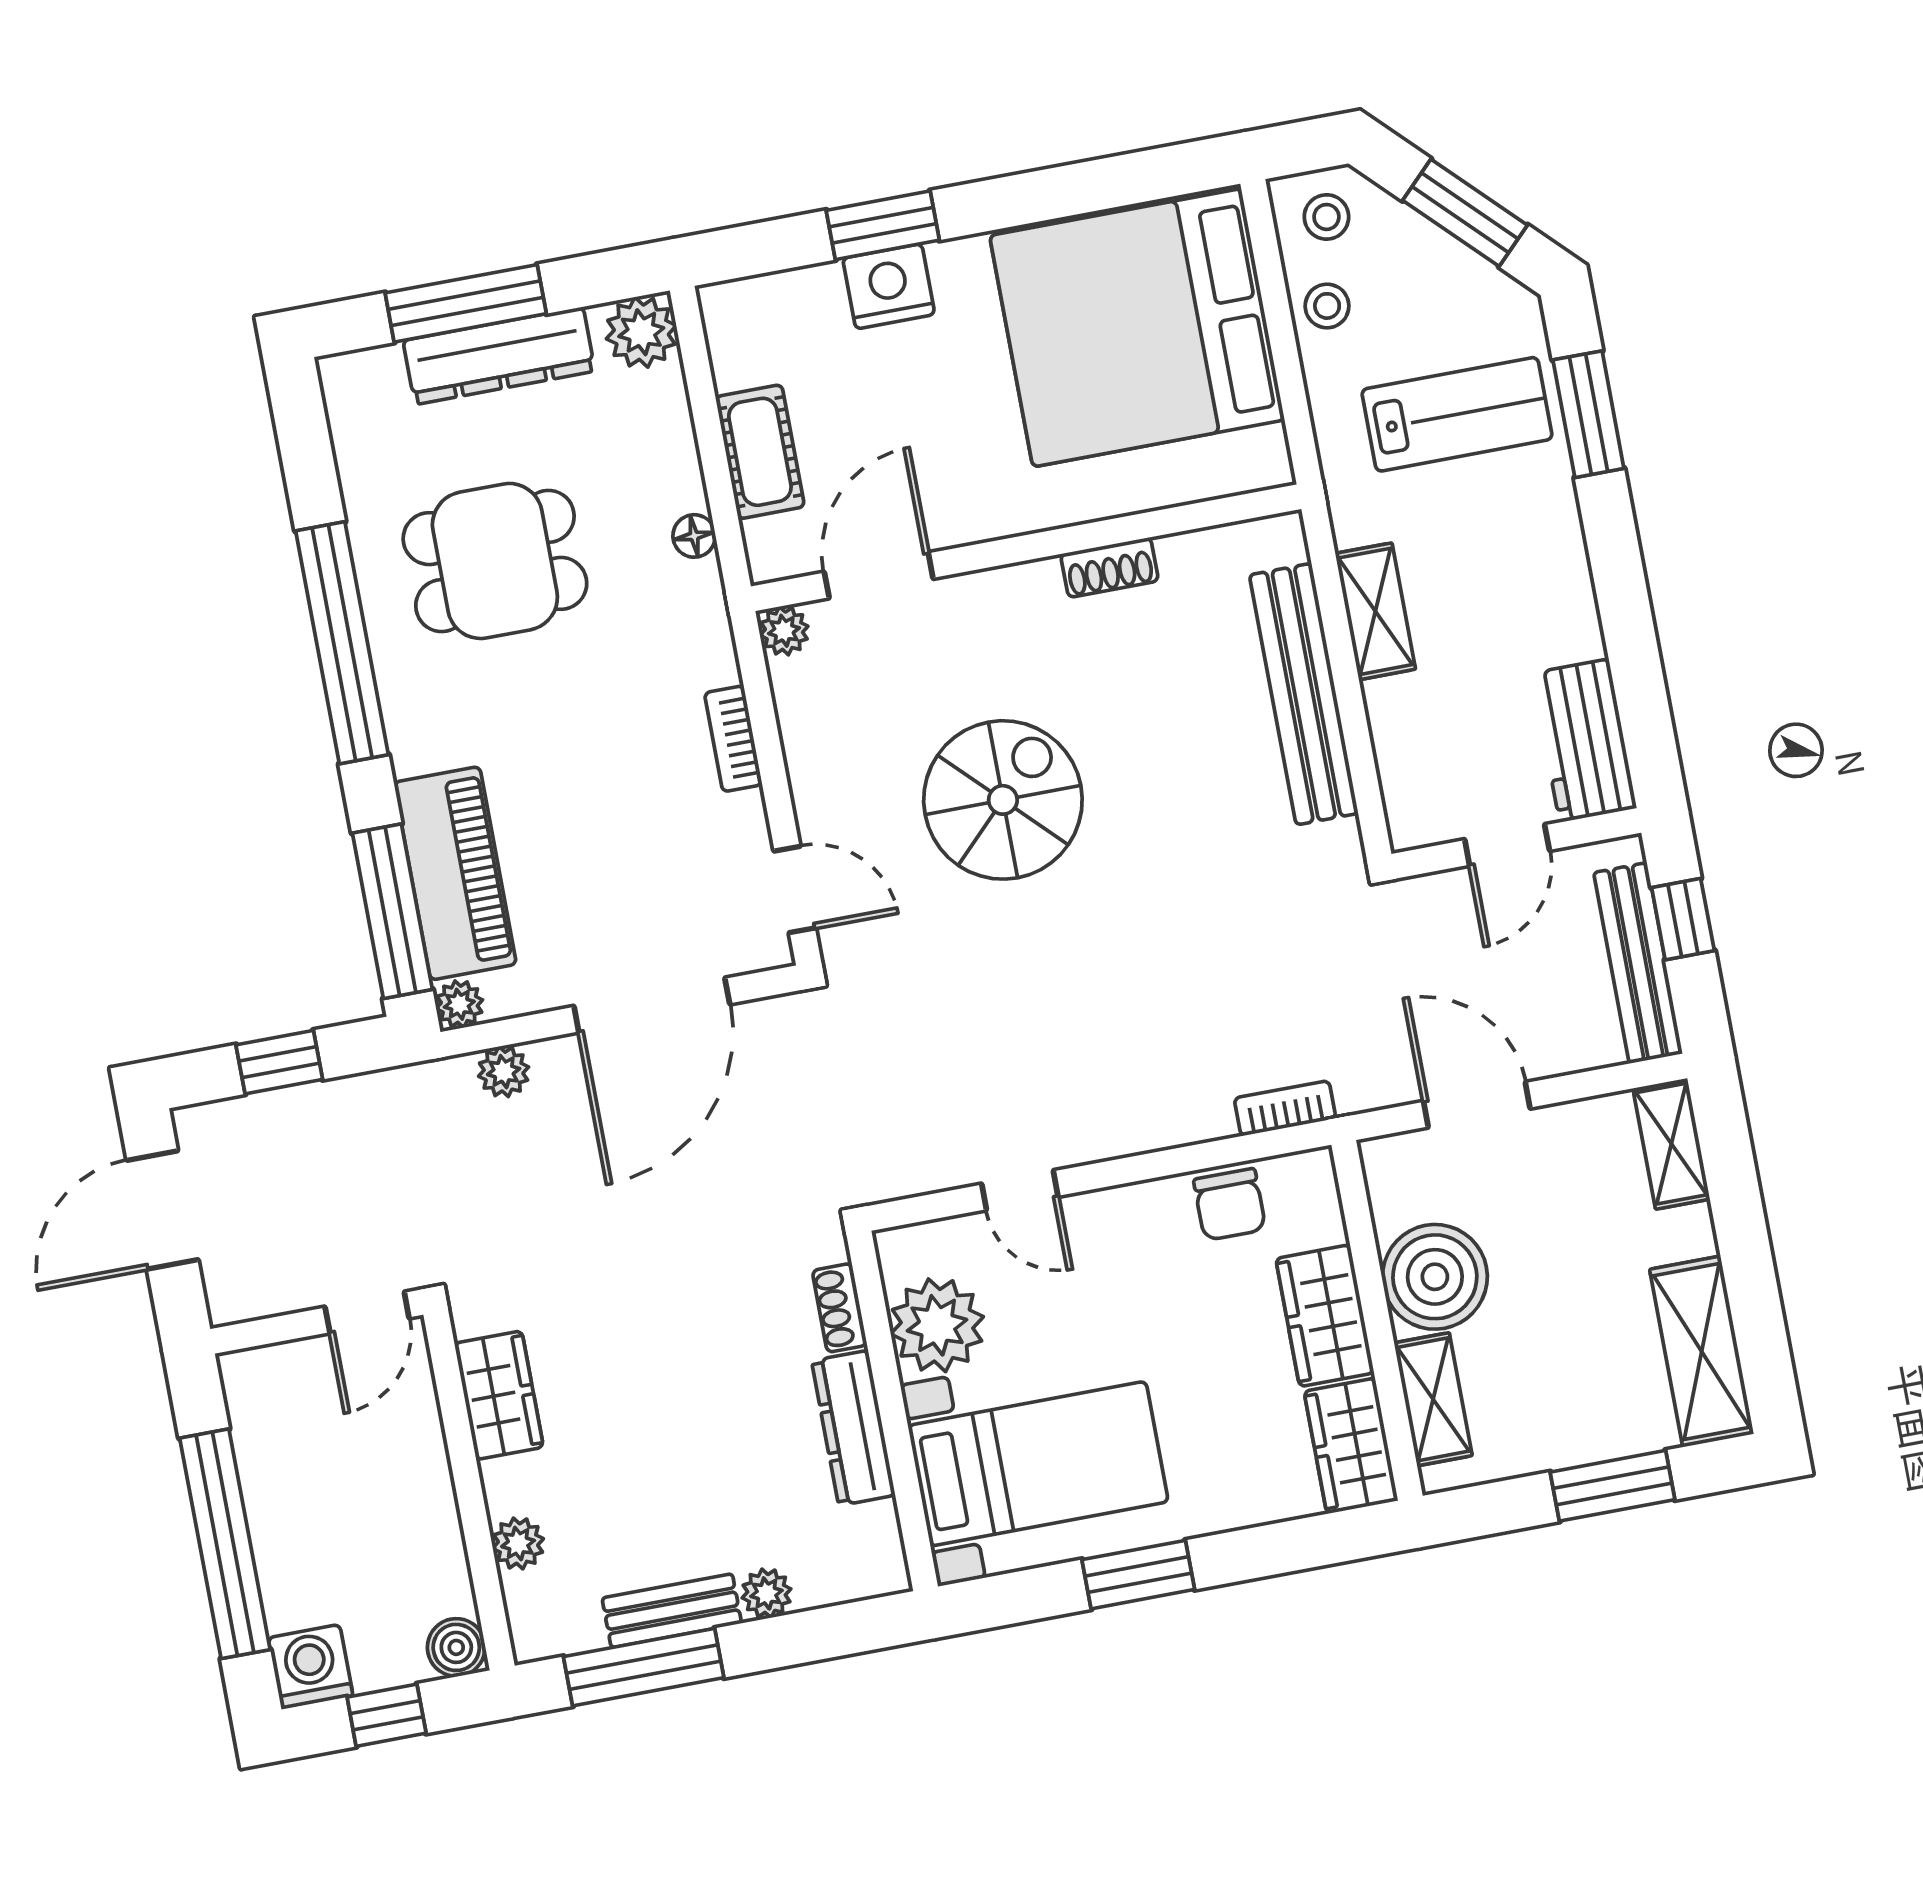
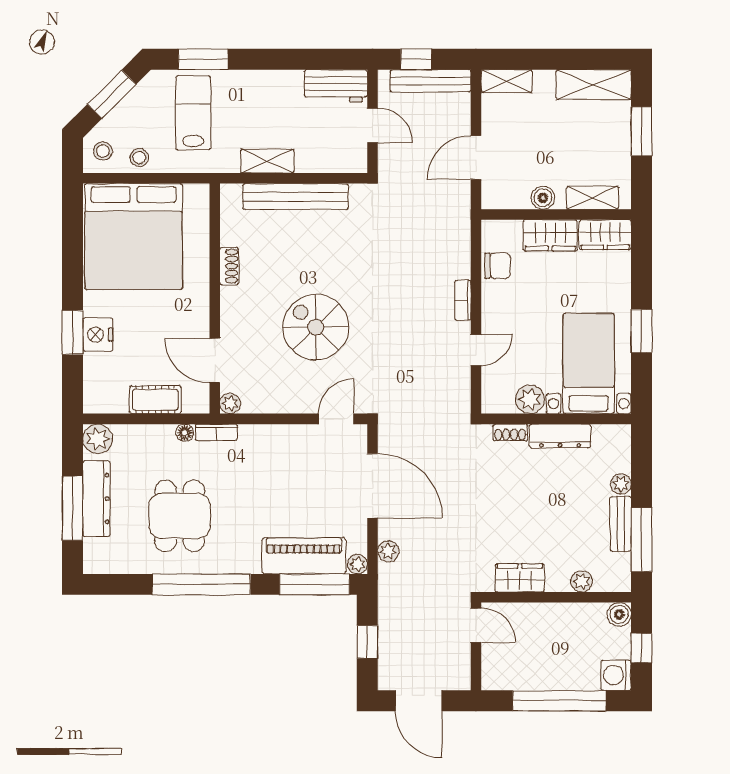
bookcase: (733, 739) -> (216, 432), moved
bookcase: (1285, 1108) -> (463, 300), moved
boiler: (1435, 1277) -> (543, 198), width x0.54, depth x0.54
plant: (937, 1325) -> (530, 399), width x0.73, depth x0.73

